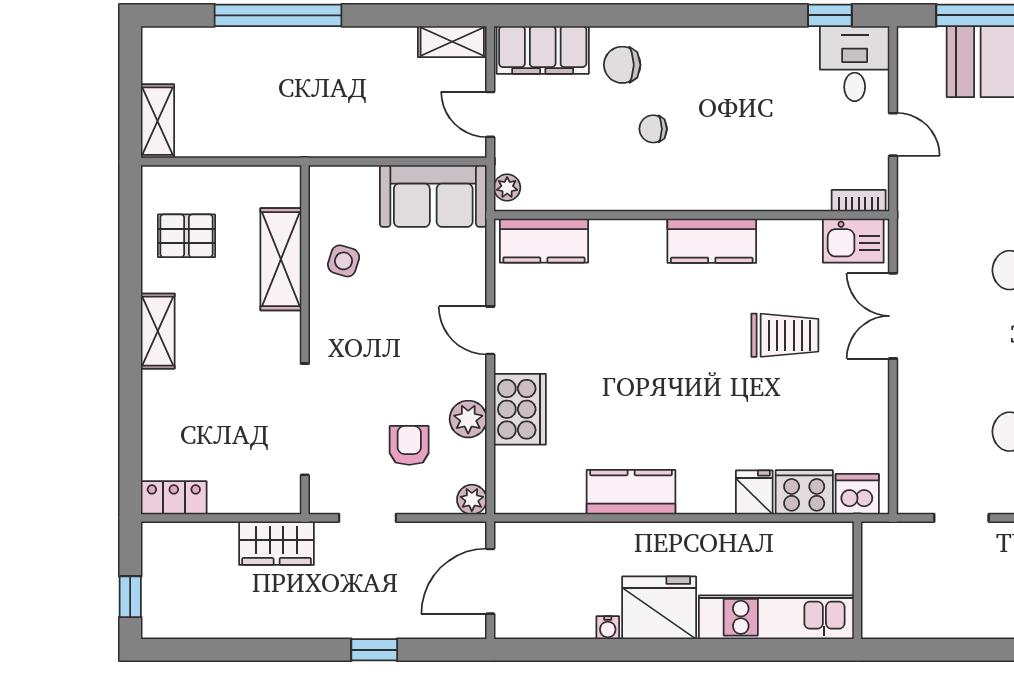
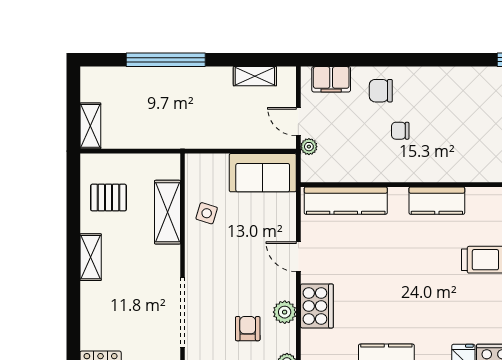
shelving: (452, 42) -> (255, 76), moved
filing cabinet: (543, 50) -> (331, 79), width x0.67, depth x0.86
plant: (507, 188) -> (309, 147), moved
kitchen counter: (544, 241) -> (346, 201), width x1.50

